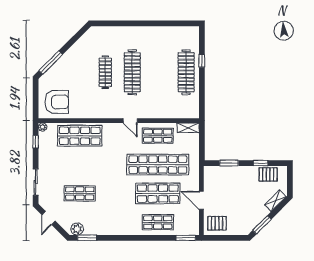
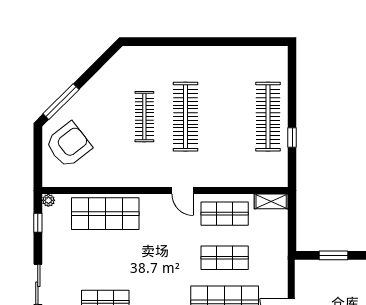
window: (202, 61) -> (292, 138), moved
armchair: (57, 102) -> (69, 145), moved, turned -38
shop shelf: (158, 165) -> (225, 258), width x0.50, depth x0.74

